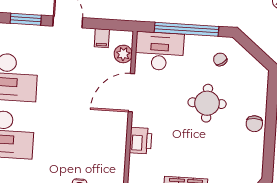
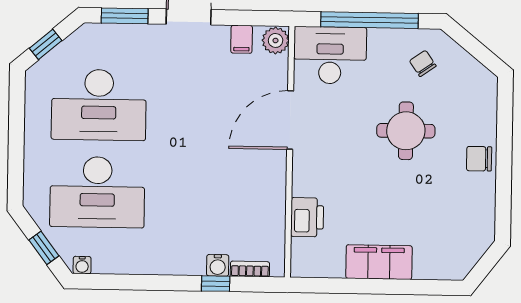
plant: (123, 54) -> (276, 40), moved
chair: (254, 124) -> (479, 159), turned 90
printer: (141, 141) -> (307, 217), moved

